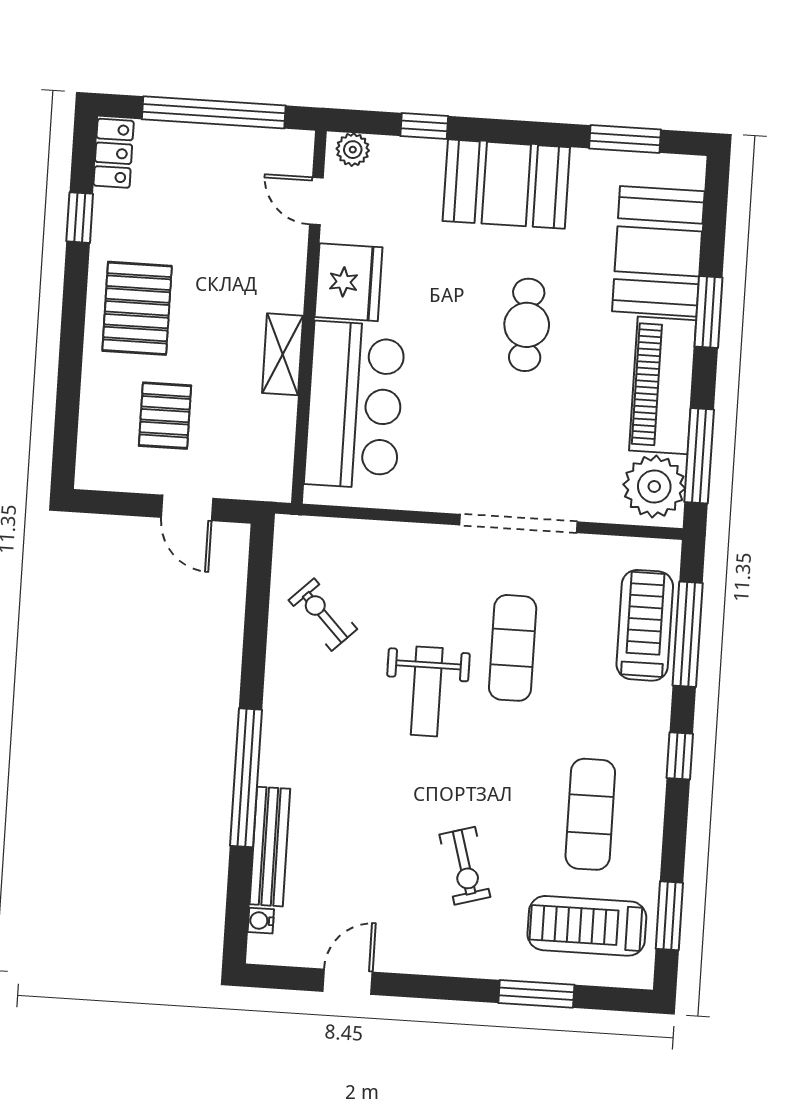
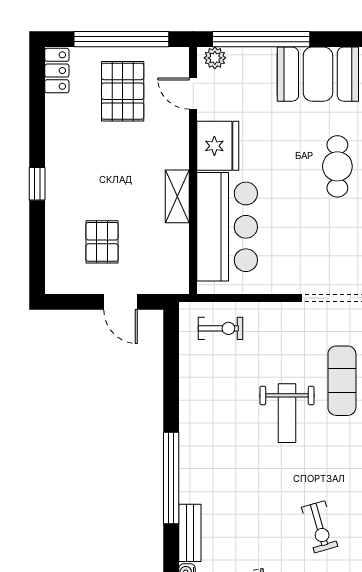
window: (424, 126) -> (261, 39), width x3.17
window: (80, 218) -> (37, 184), moved
pallet: (137, 308) -> (123, 91), moved
exercise bike: (323, 615) -> (220, 328), moved, turned 134
bench: (270, 847) -> (190, 533), width x0.73

